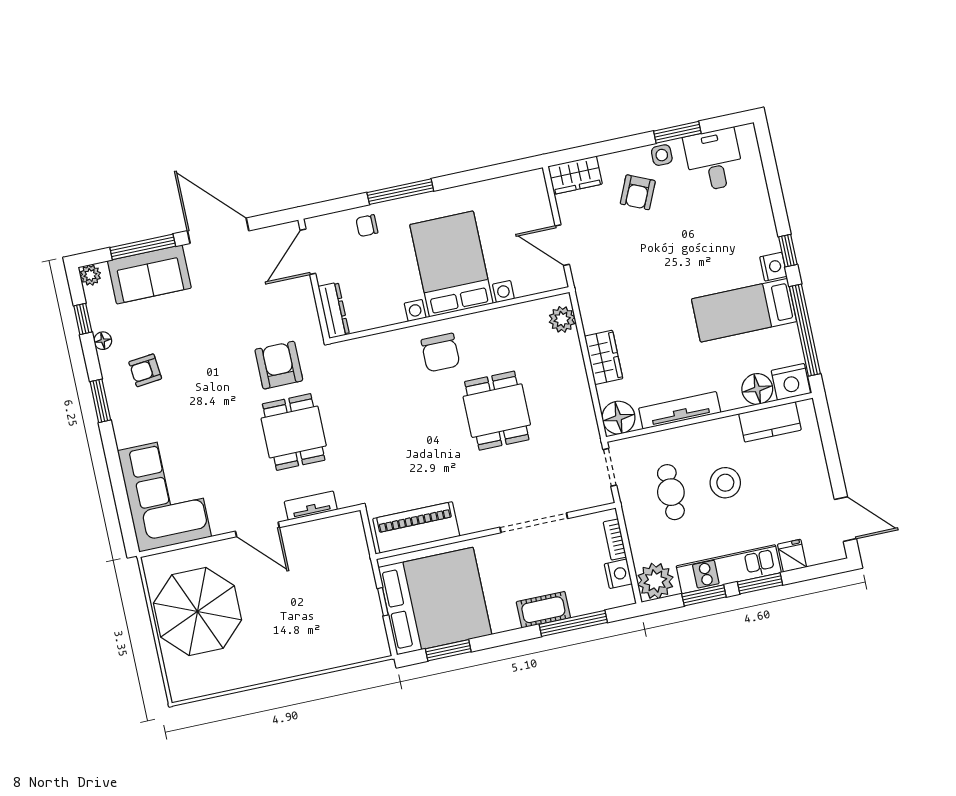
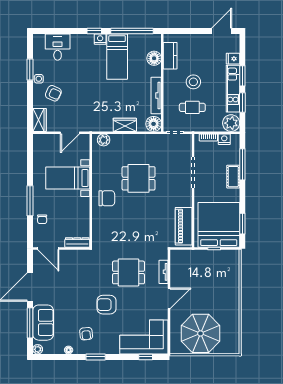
desk: (714, 160) -> (58, 47), moved, turned 90
bed with nightstands: (451, 264) -> (68, 178), width x0.73
window: (83, 319) -> (146, 357), moved
armchair: (279, 365) -> (106, 305), moved
nightstand: (791, 382) -> (154, 42), removed

